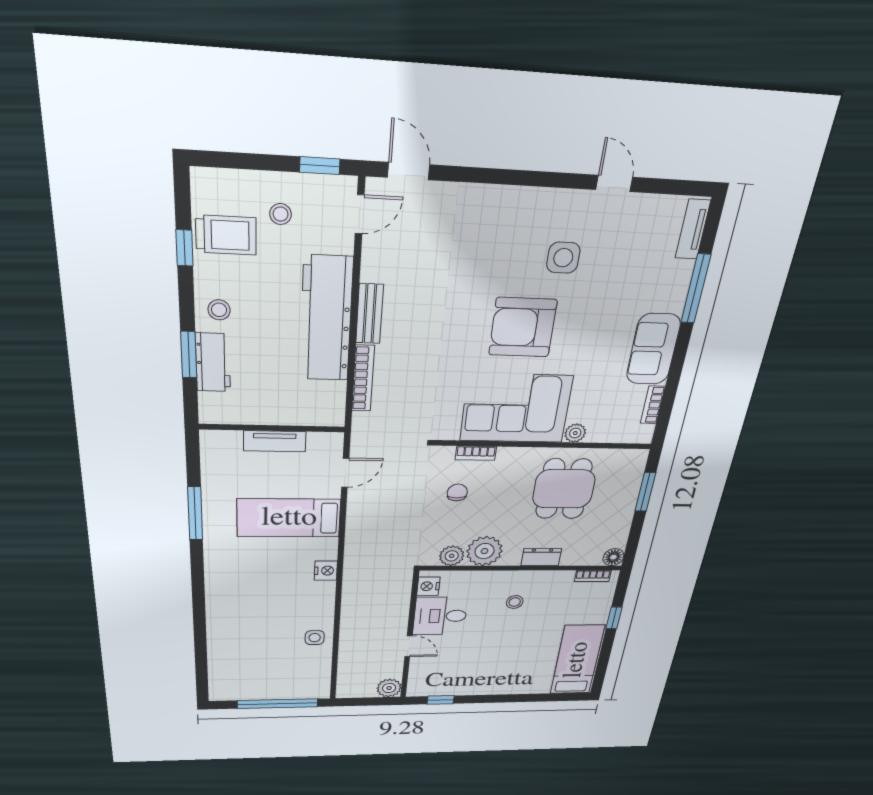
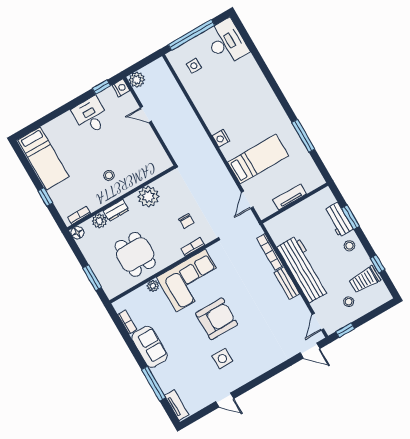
plant: (452, 556) -> (99, 221), moved
nightstand: (428, 586) -> (121, 88), moved
desk: (440, 616) -> (91, 116), moved, turned -90
side table: (315, 638) -> (194, 66), moved
desk: (234, 676) -> (226, 42), added

